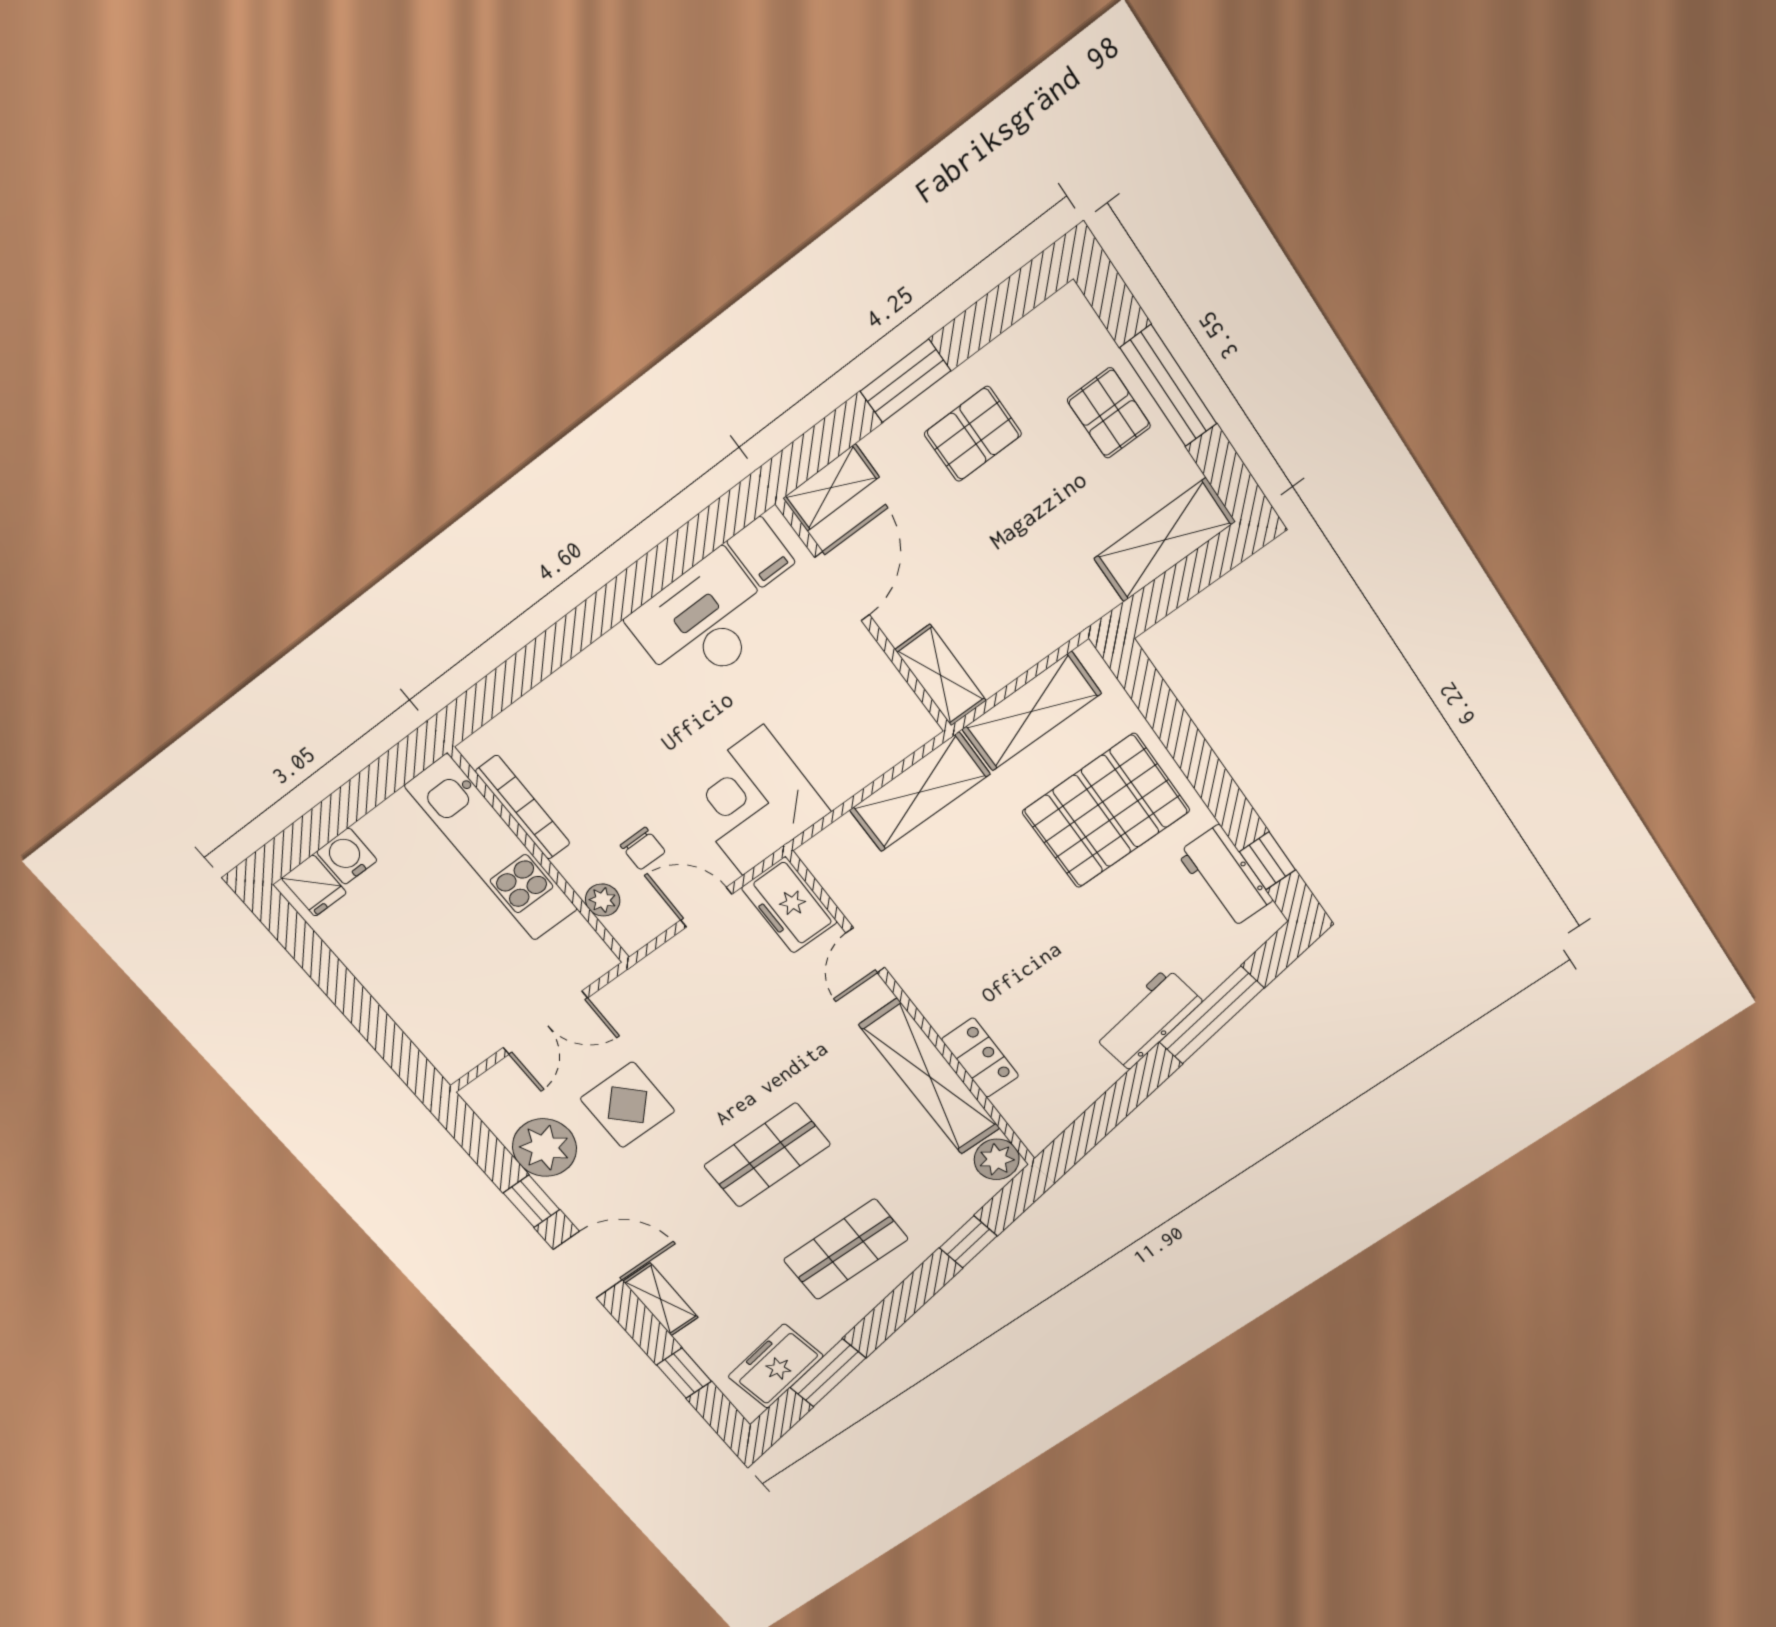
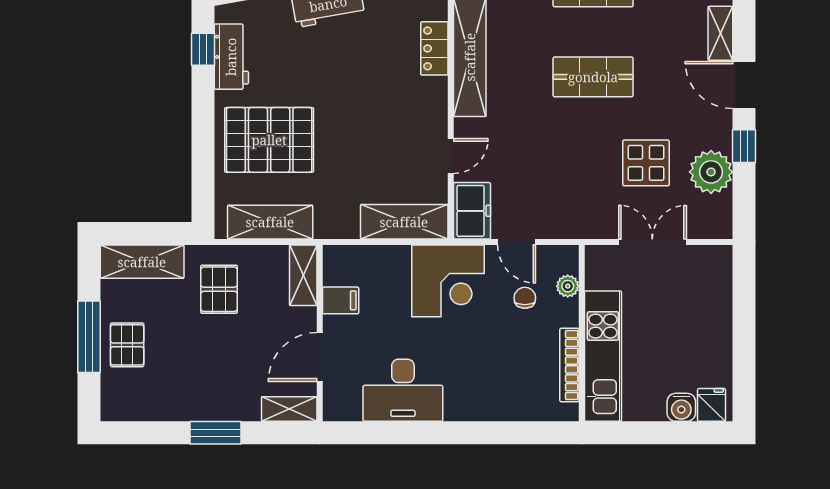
pallet: (973, 434) -> (219, 289), moved, turned 90
filing cabinet: (761, 552) -> (341, 300), moved, turned 90
shelving: (920, 792) -> (404, 222), moved

